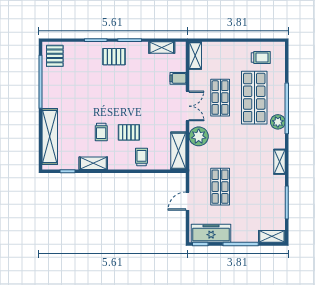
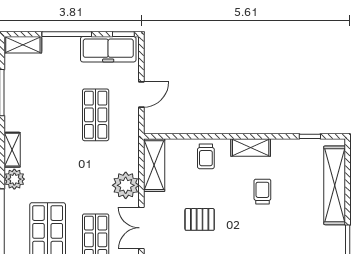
plant: (278, 122) -> (14, 179), moved
pallet: (129, 132) -> (200, 219), moved
shelving: (93, 163) -> (251, 148), moved

